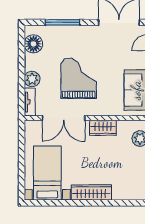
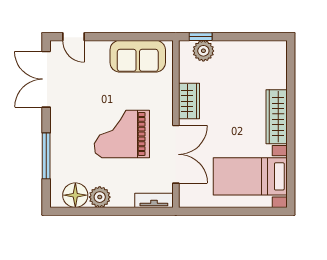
plant: (32, 79) -> (100, 197), moved

